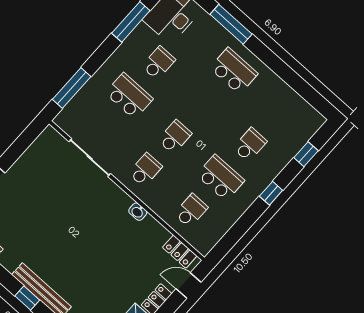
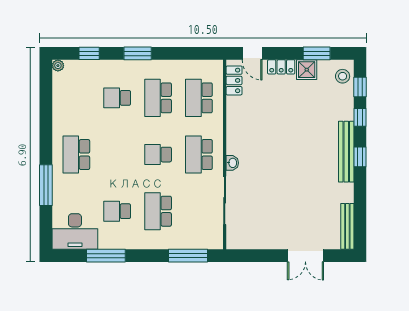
plant: (319, 120) -> (58, 66), added
school desk: (145, 170) -> (199, 155), width x1.85
window: (271, 193) -> (138, 53), width x1.50
school desk: (191, 211) -> (199, 98), width x1.85
washbasin: (138, 212) -> (232, 163), moved

